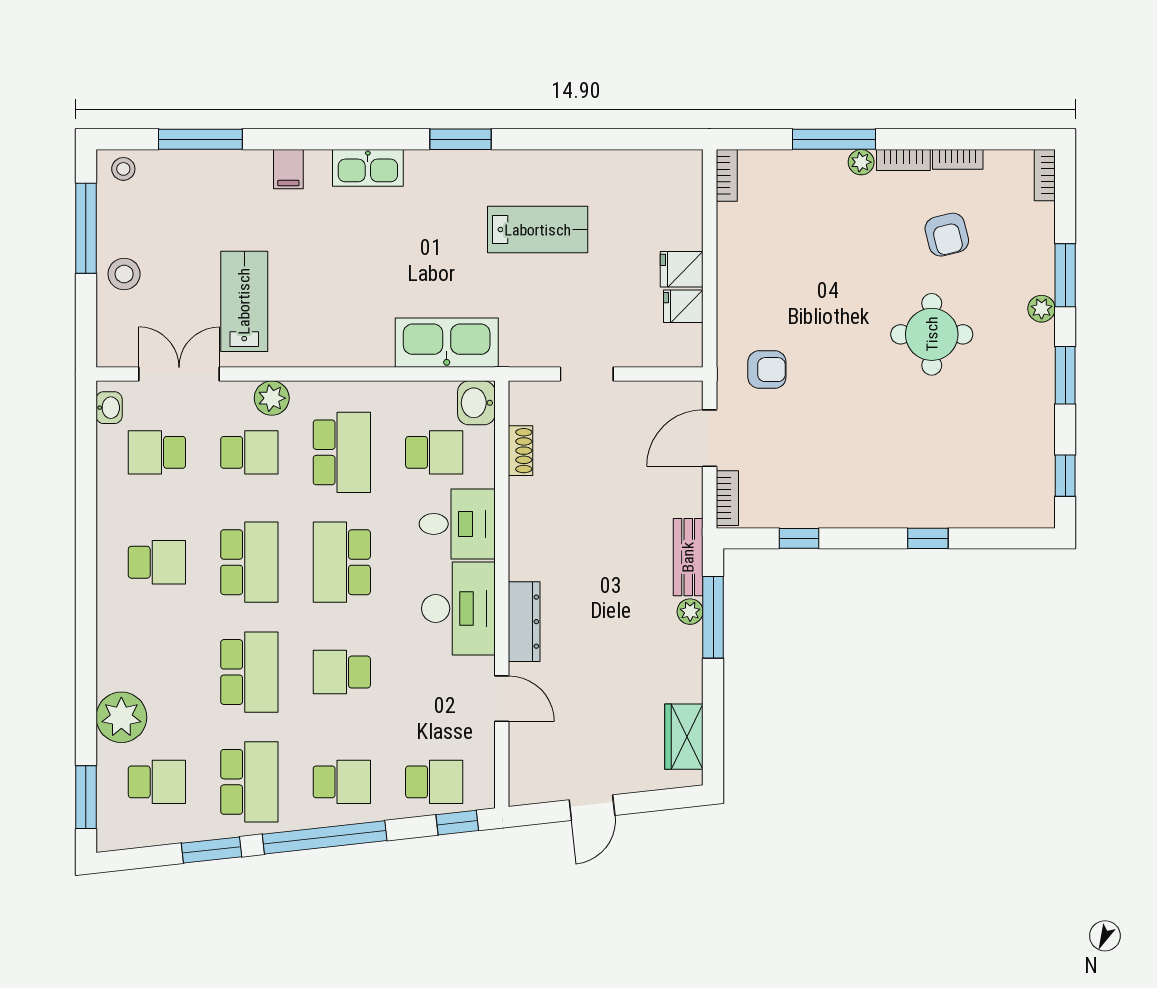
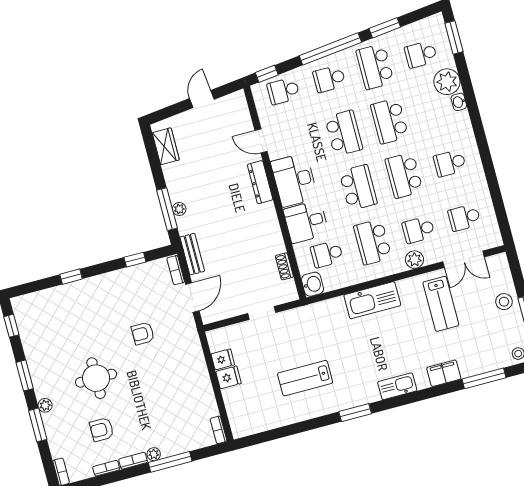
filing cabinet: (288, 169) -> (444, 373), width x2.00
armchair: (947, 235) -> (102, 430), turned -76
kitchen sink: (447, 343) -> (372, 300), moved
armchair: (767, 370) -> (143, 333), moved
washbasin: (109, 408) -> (459, 102), moved
school desk: (157, 452) -> (464, 218), turned 180
bench: (688, 557) -> (192, 254), moved
school desk: (342, 672) -> (344, 133), width x1.85

